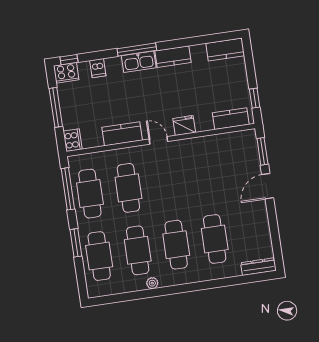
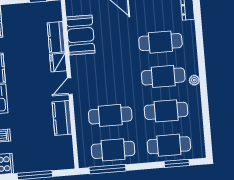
kitchen counter: (231, 119) -> (56, 37), moved
cooker: (73, 140) -> (65, 162), removed
booth: (217, 149) -> (81, 35), added
window: (76, 243) -> (177, 163), moved
plant: (152, 283) -> (194, 80), moved

